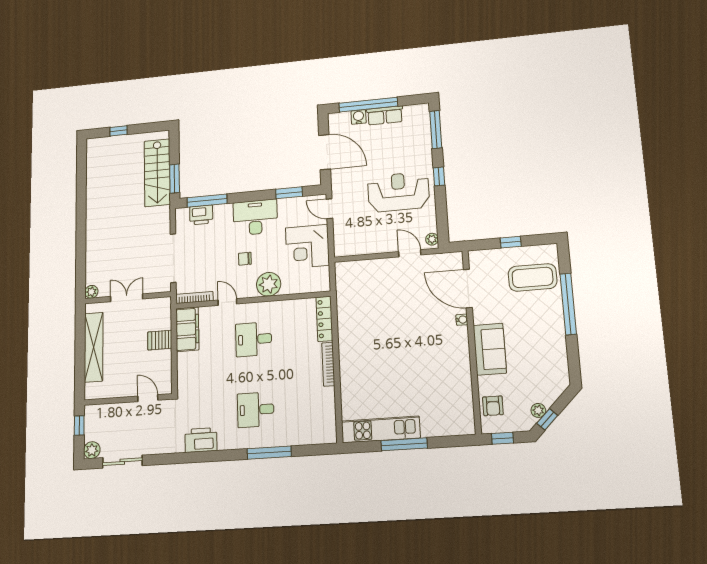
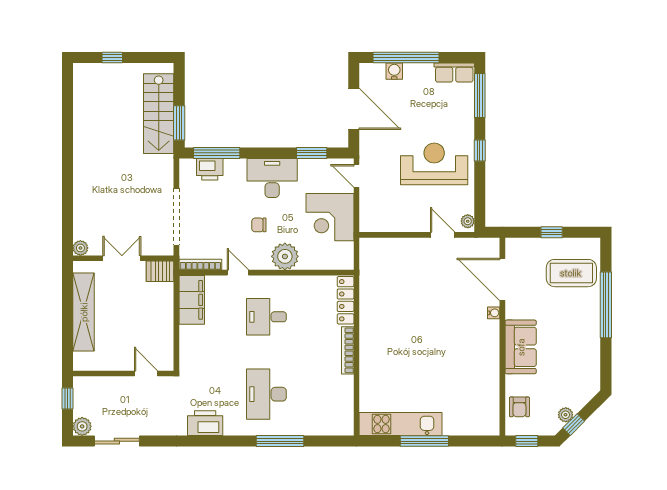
row of seats: (385, 115) -> (454, 73), moved
server rack: (160, 340) -> (160, 271), moved
desk: (256, 410) -> (266, 394), width x1.37

